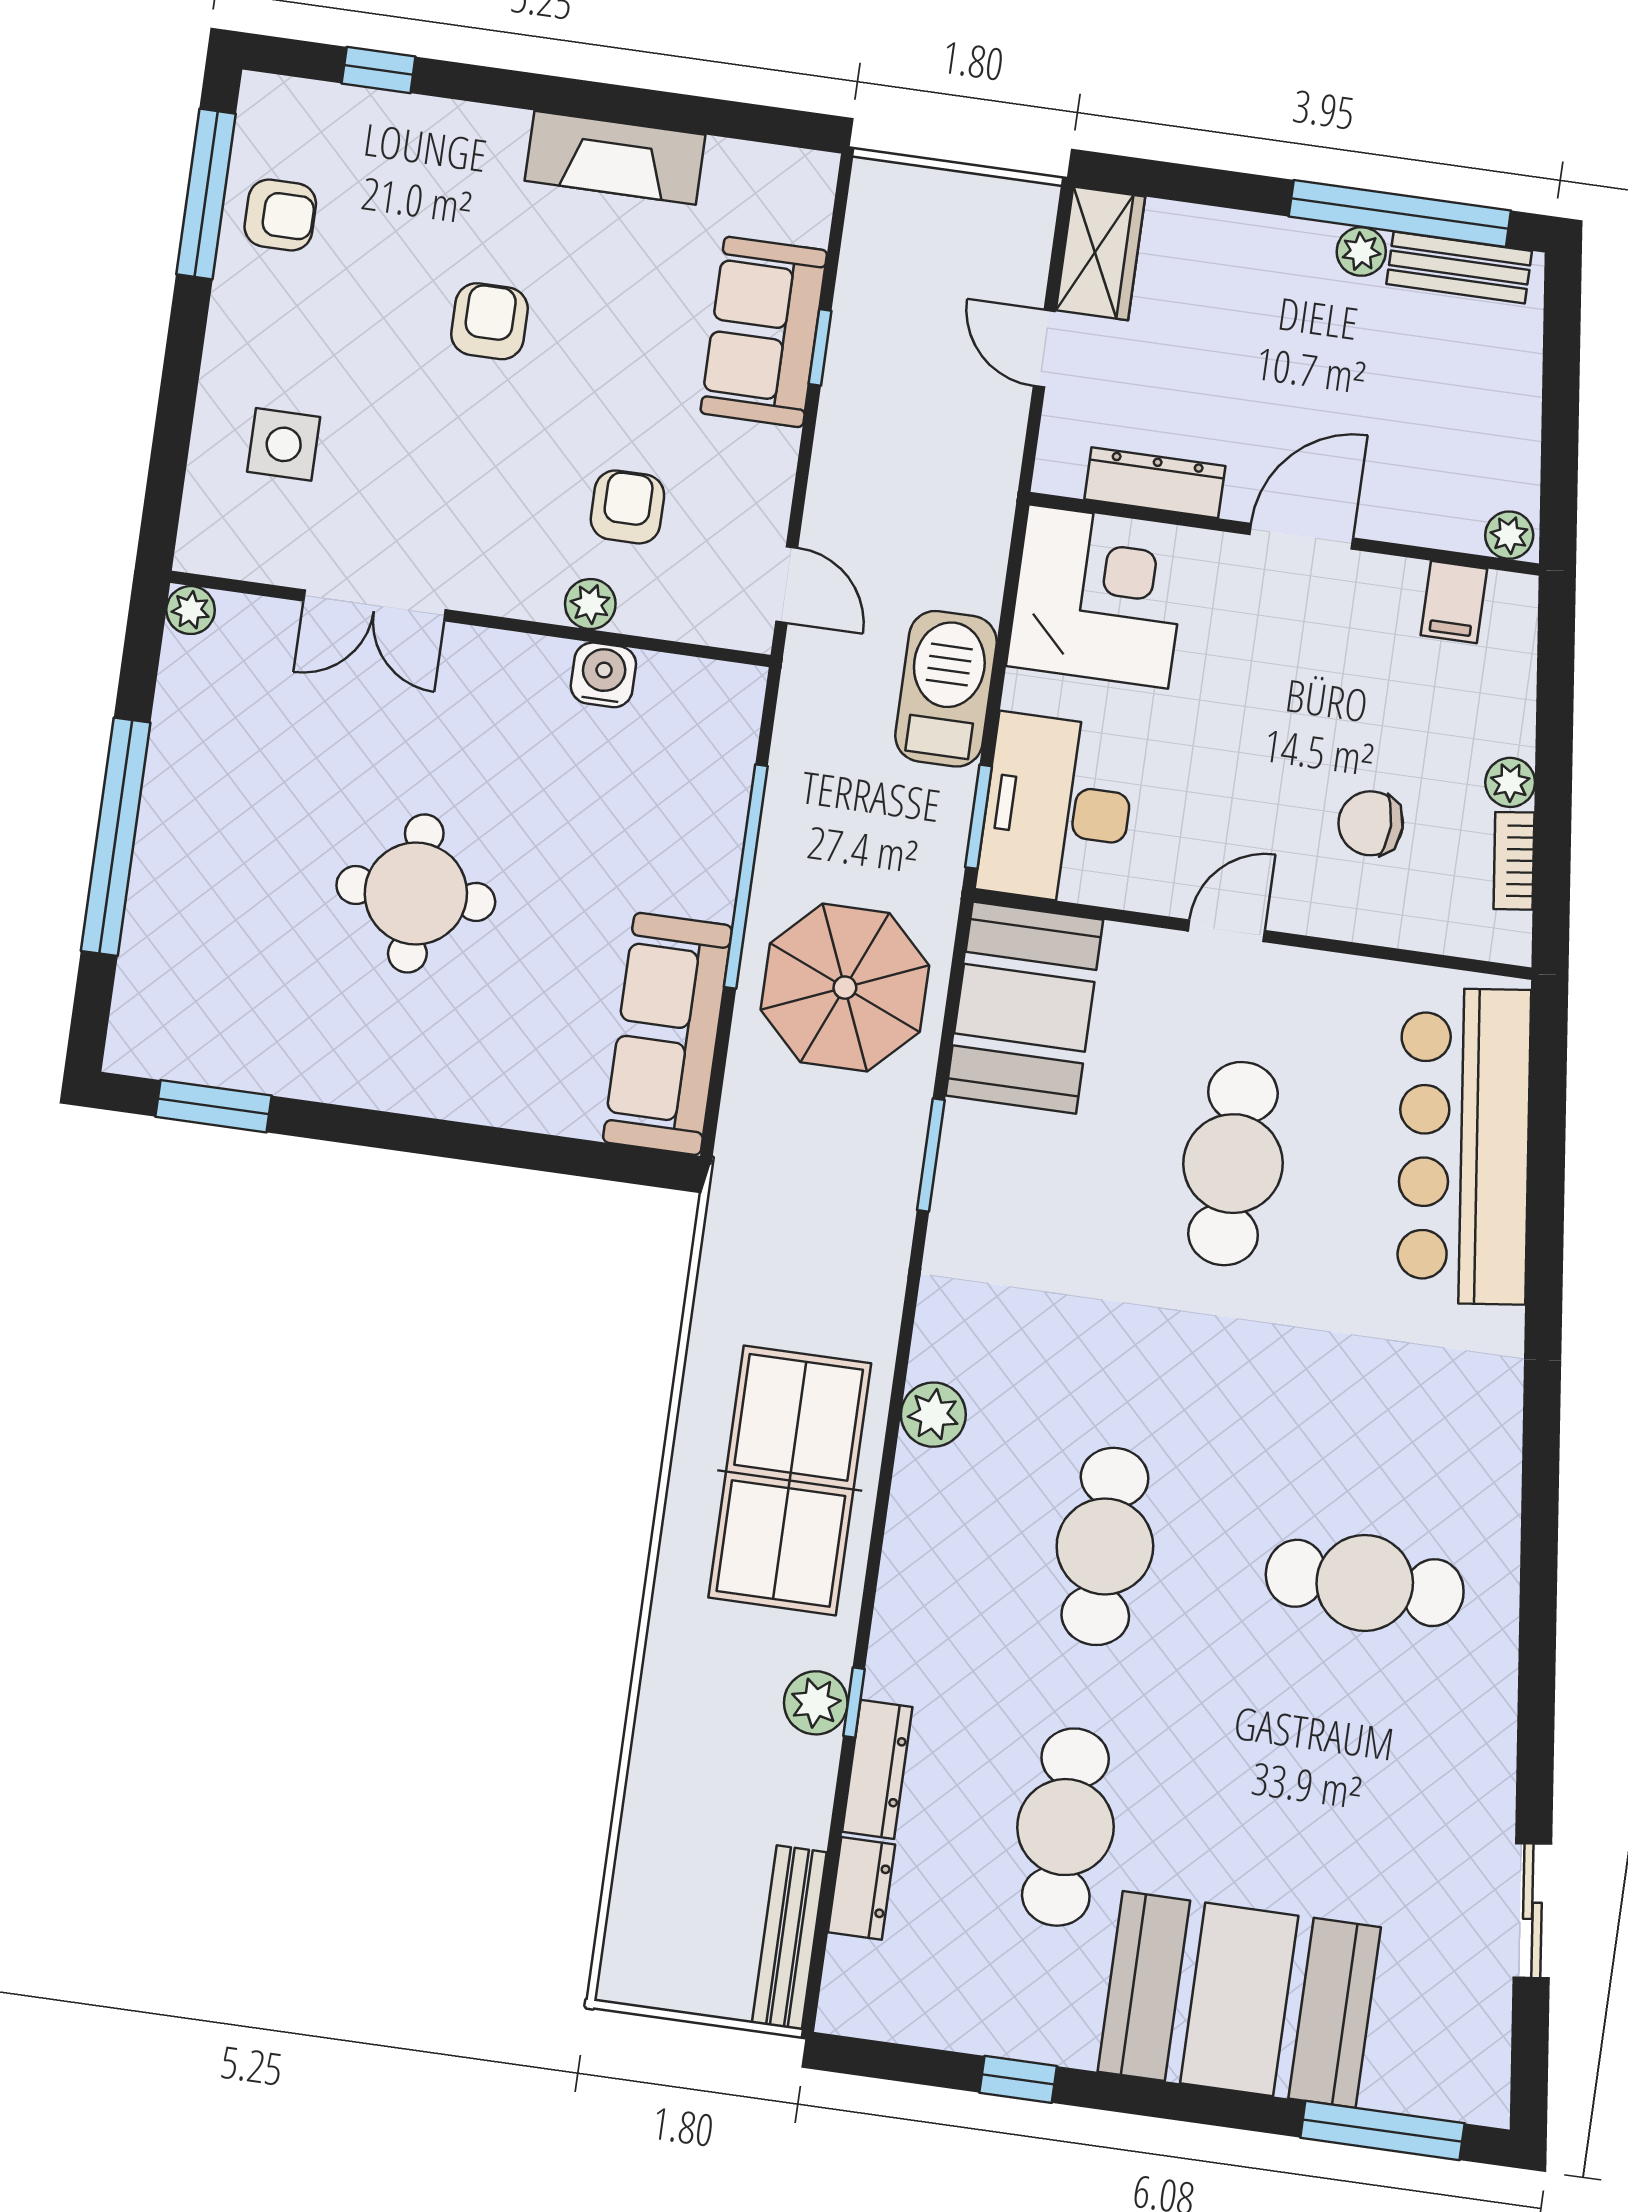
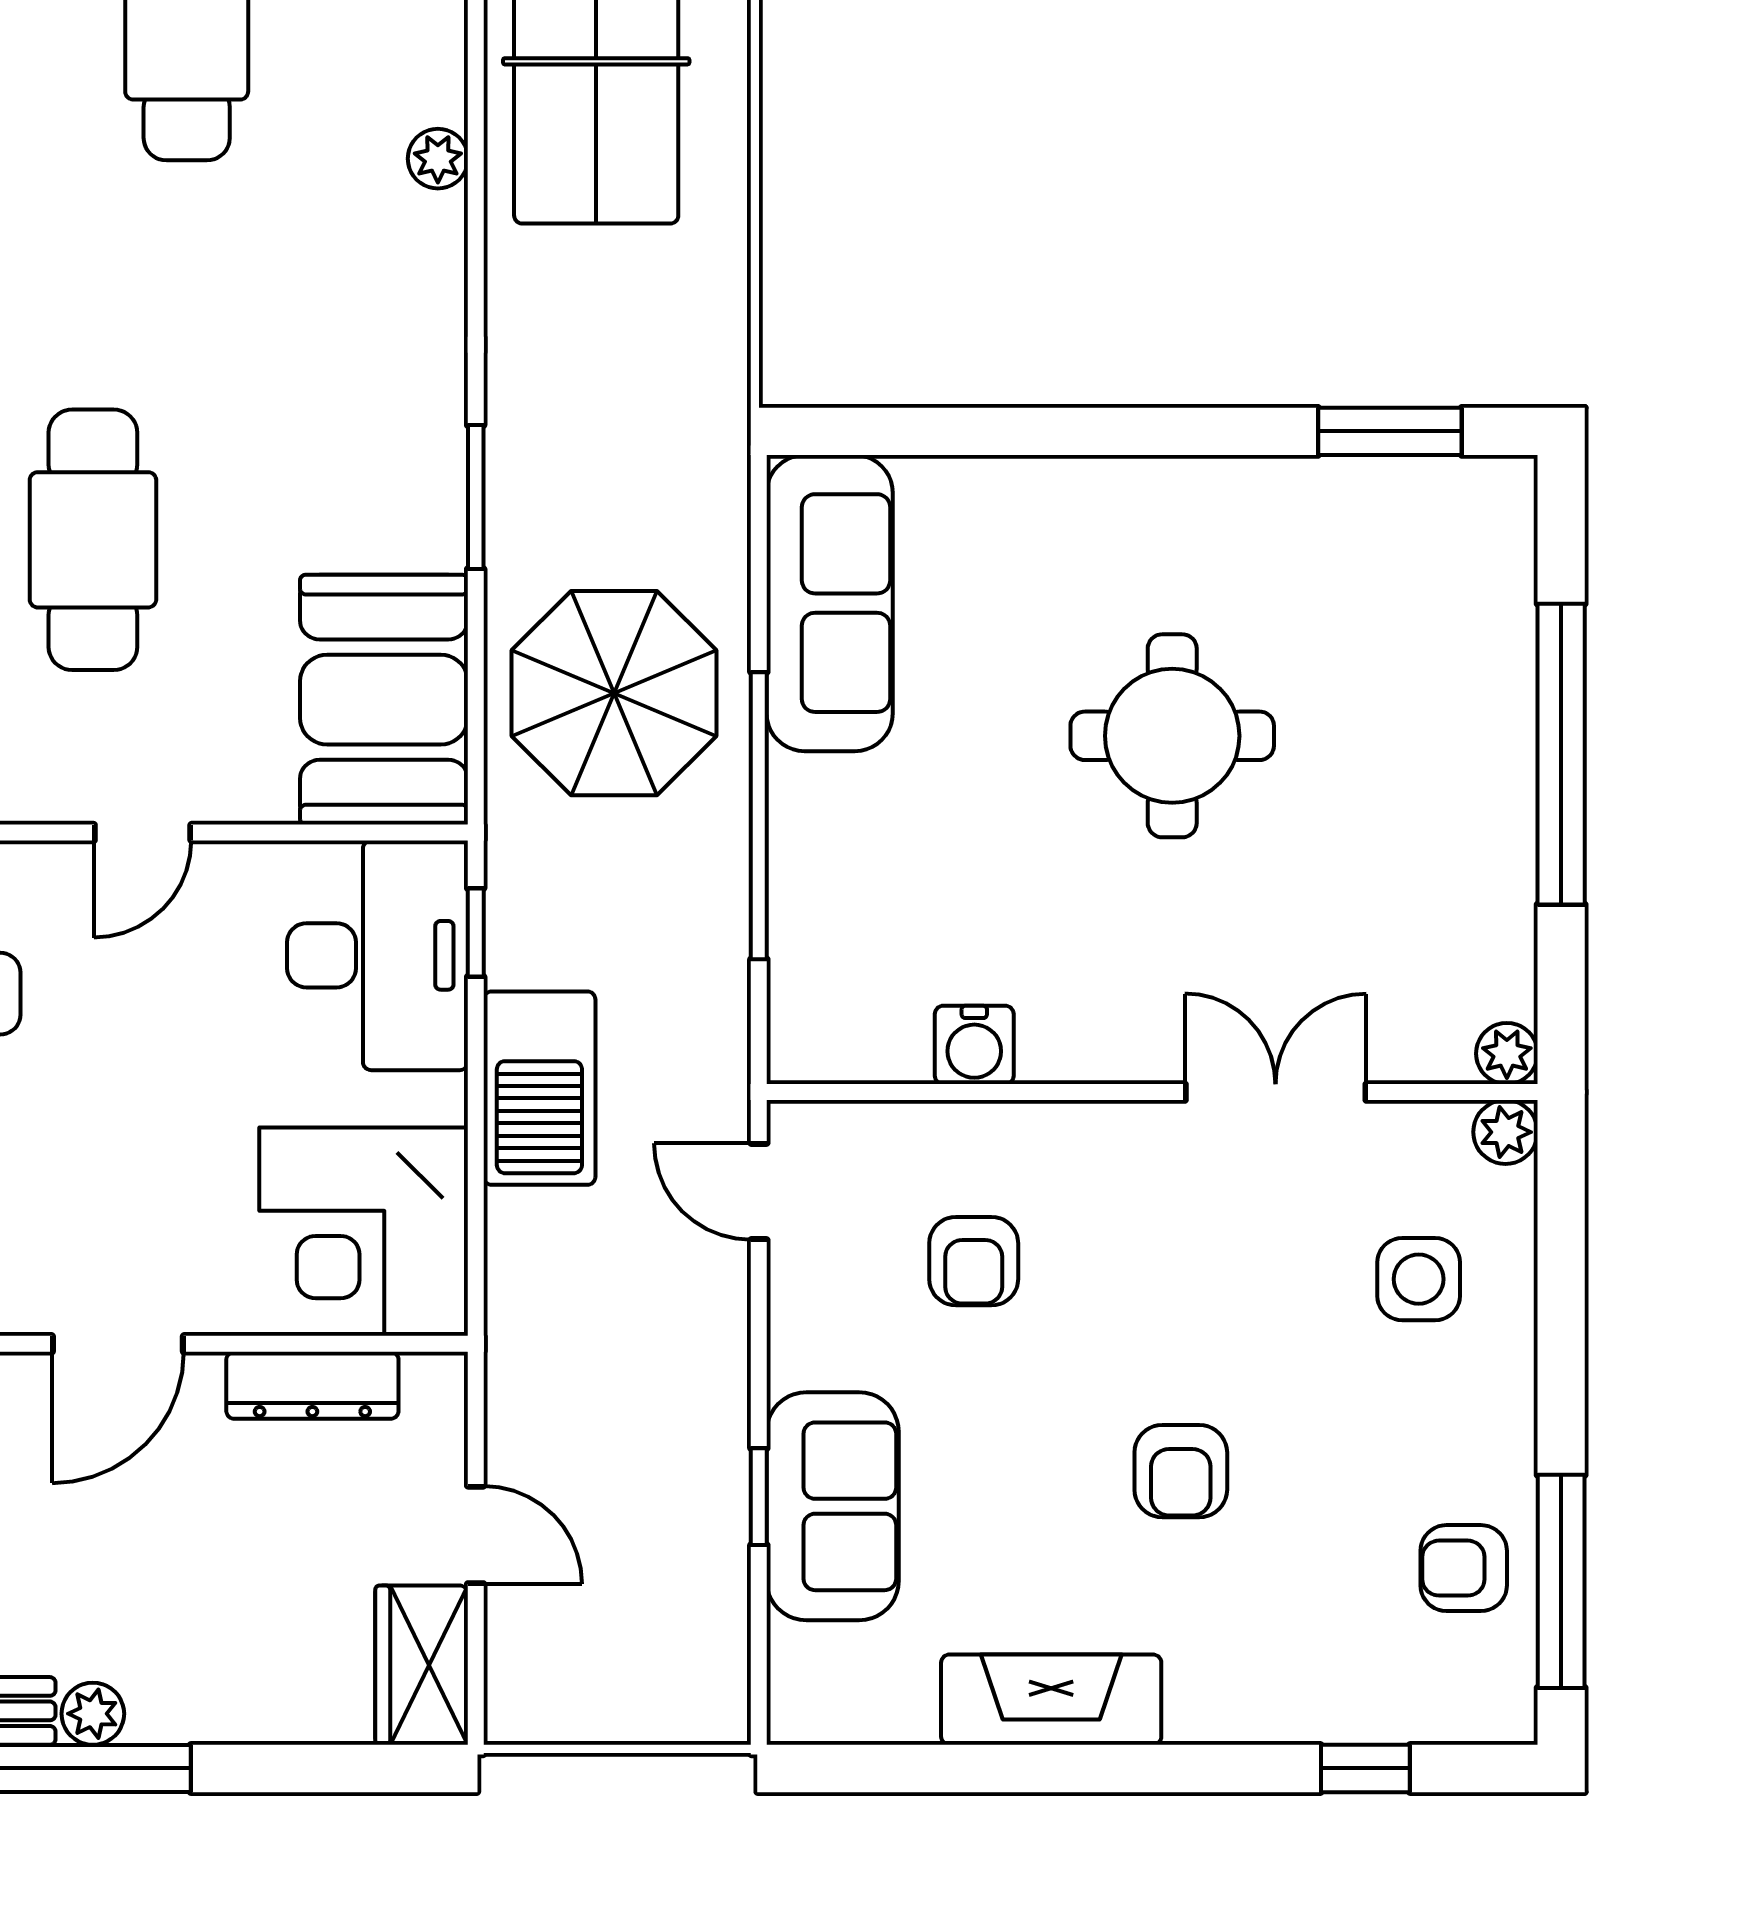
plant: (590, 604) -> (1505, 1132), moved
window: (978, 817) -> (476, 932), width x0.67
plant: (933, 1415) -> (438, 159), width x0.73, depth x0.73

